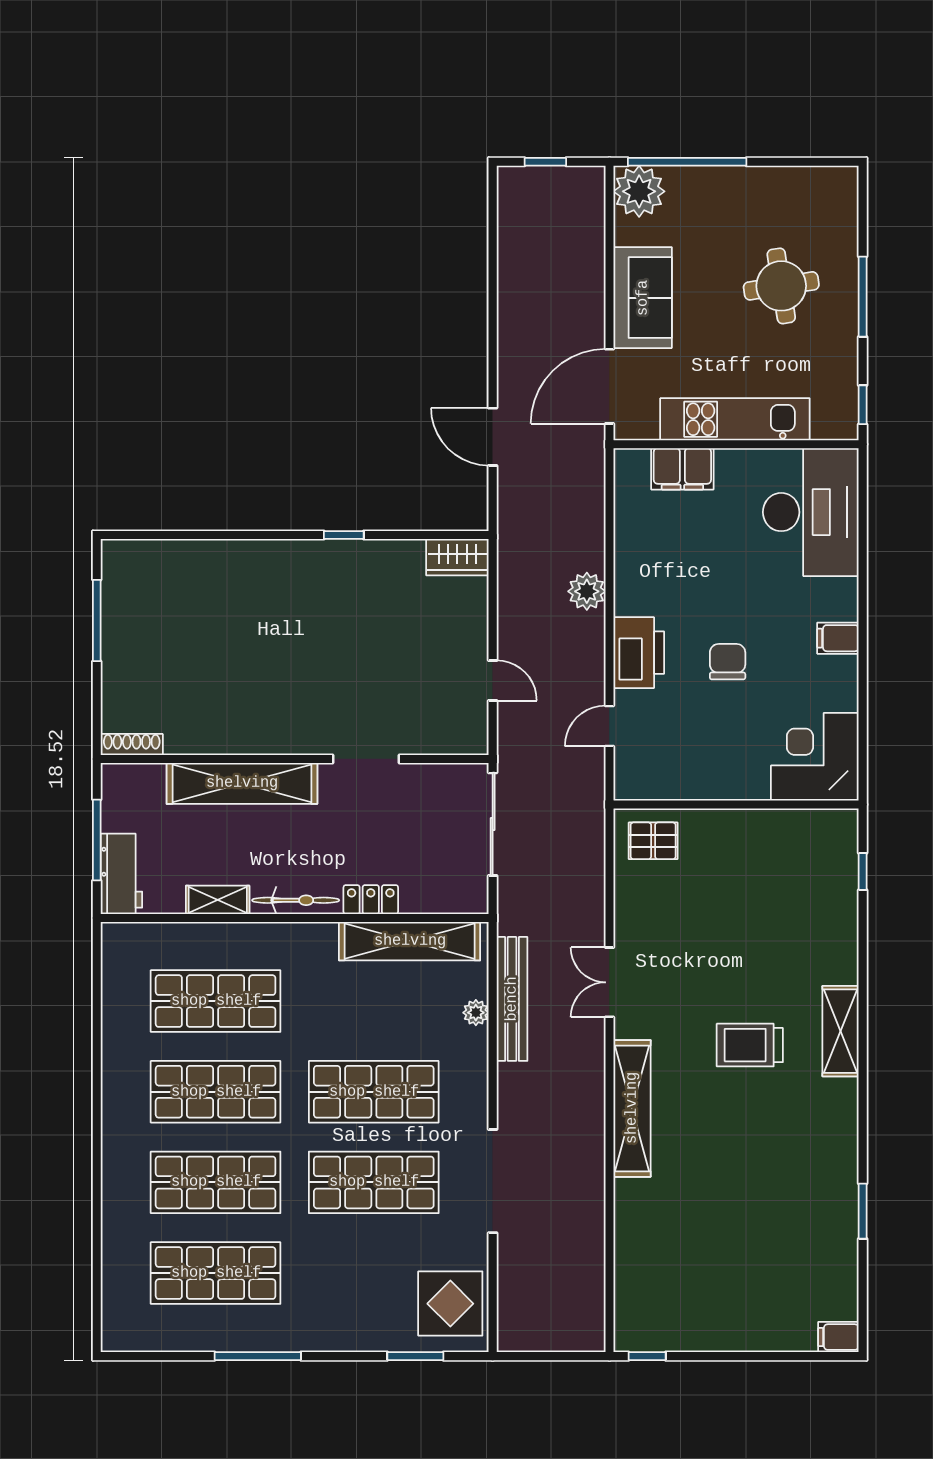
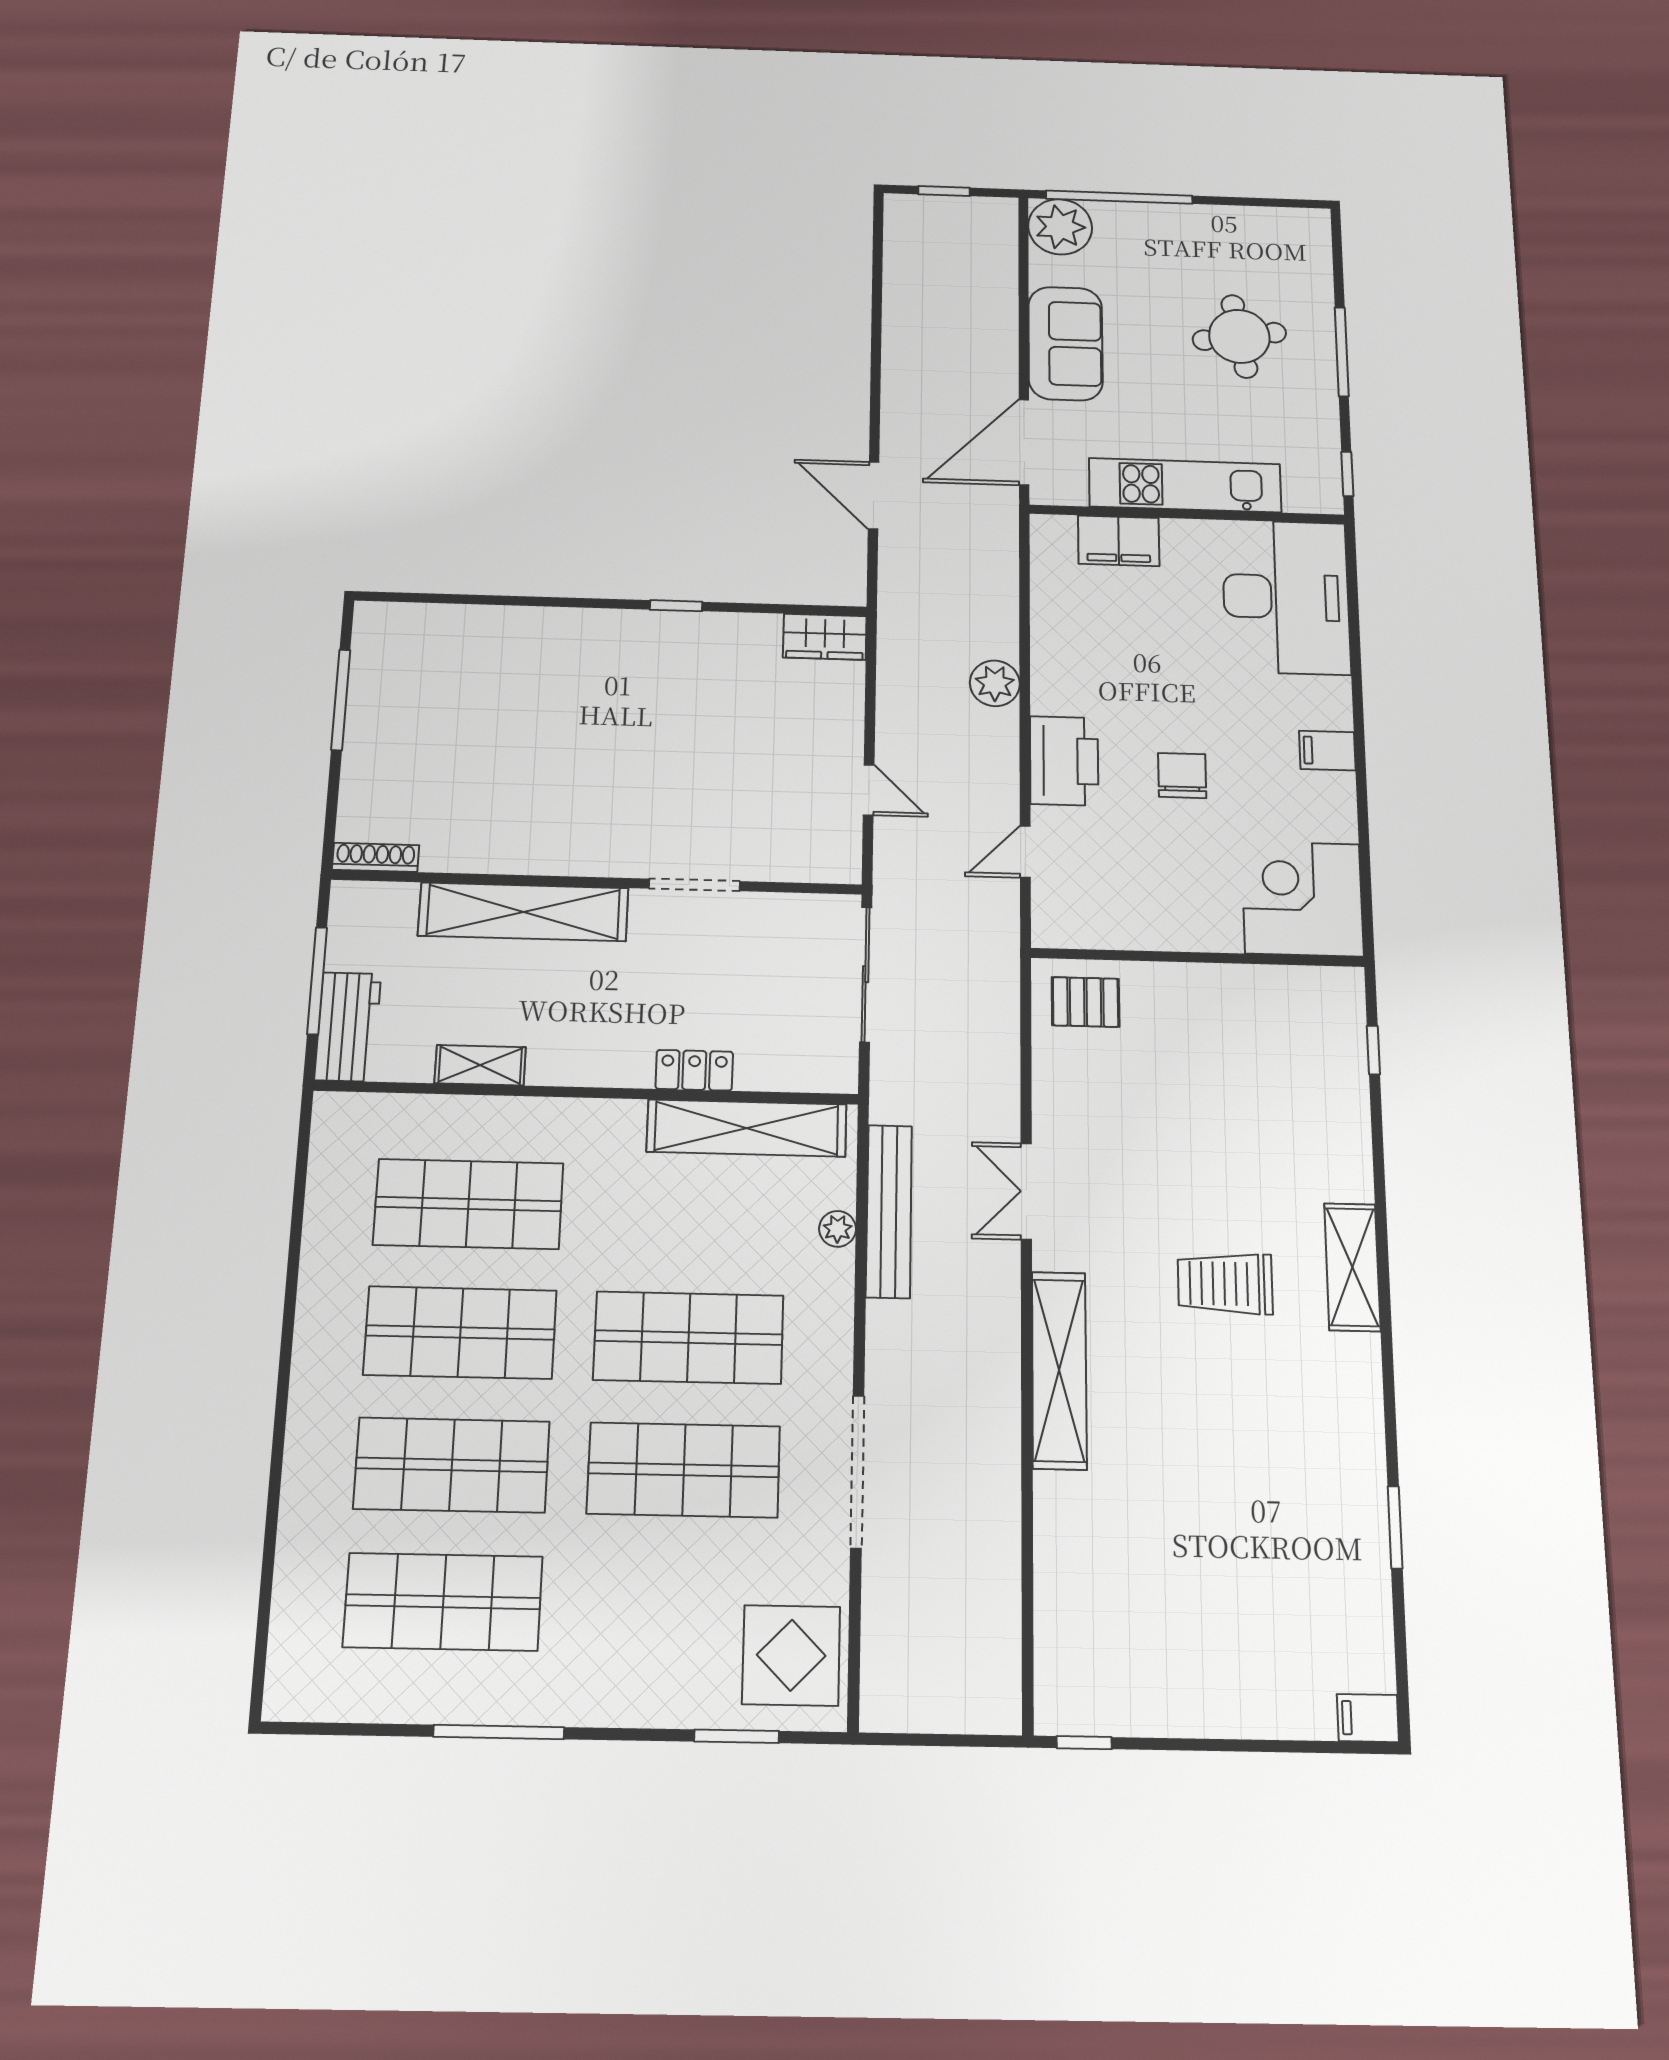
bicycle: (296, 900) -> (589, 1068), removed

